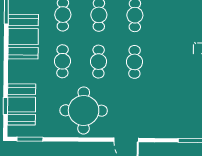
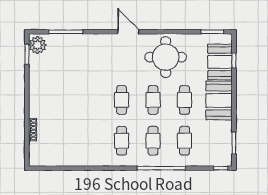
booth: (23, 37) -> (219, 100), moved

